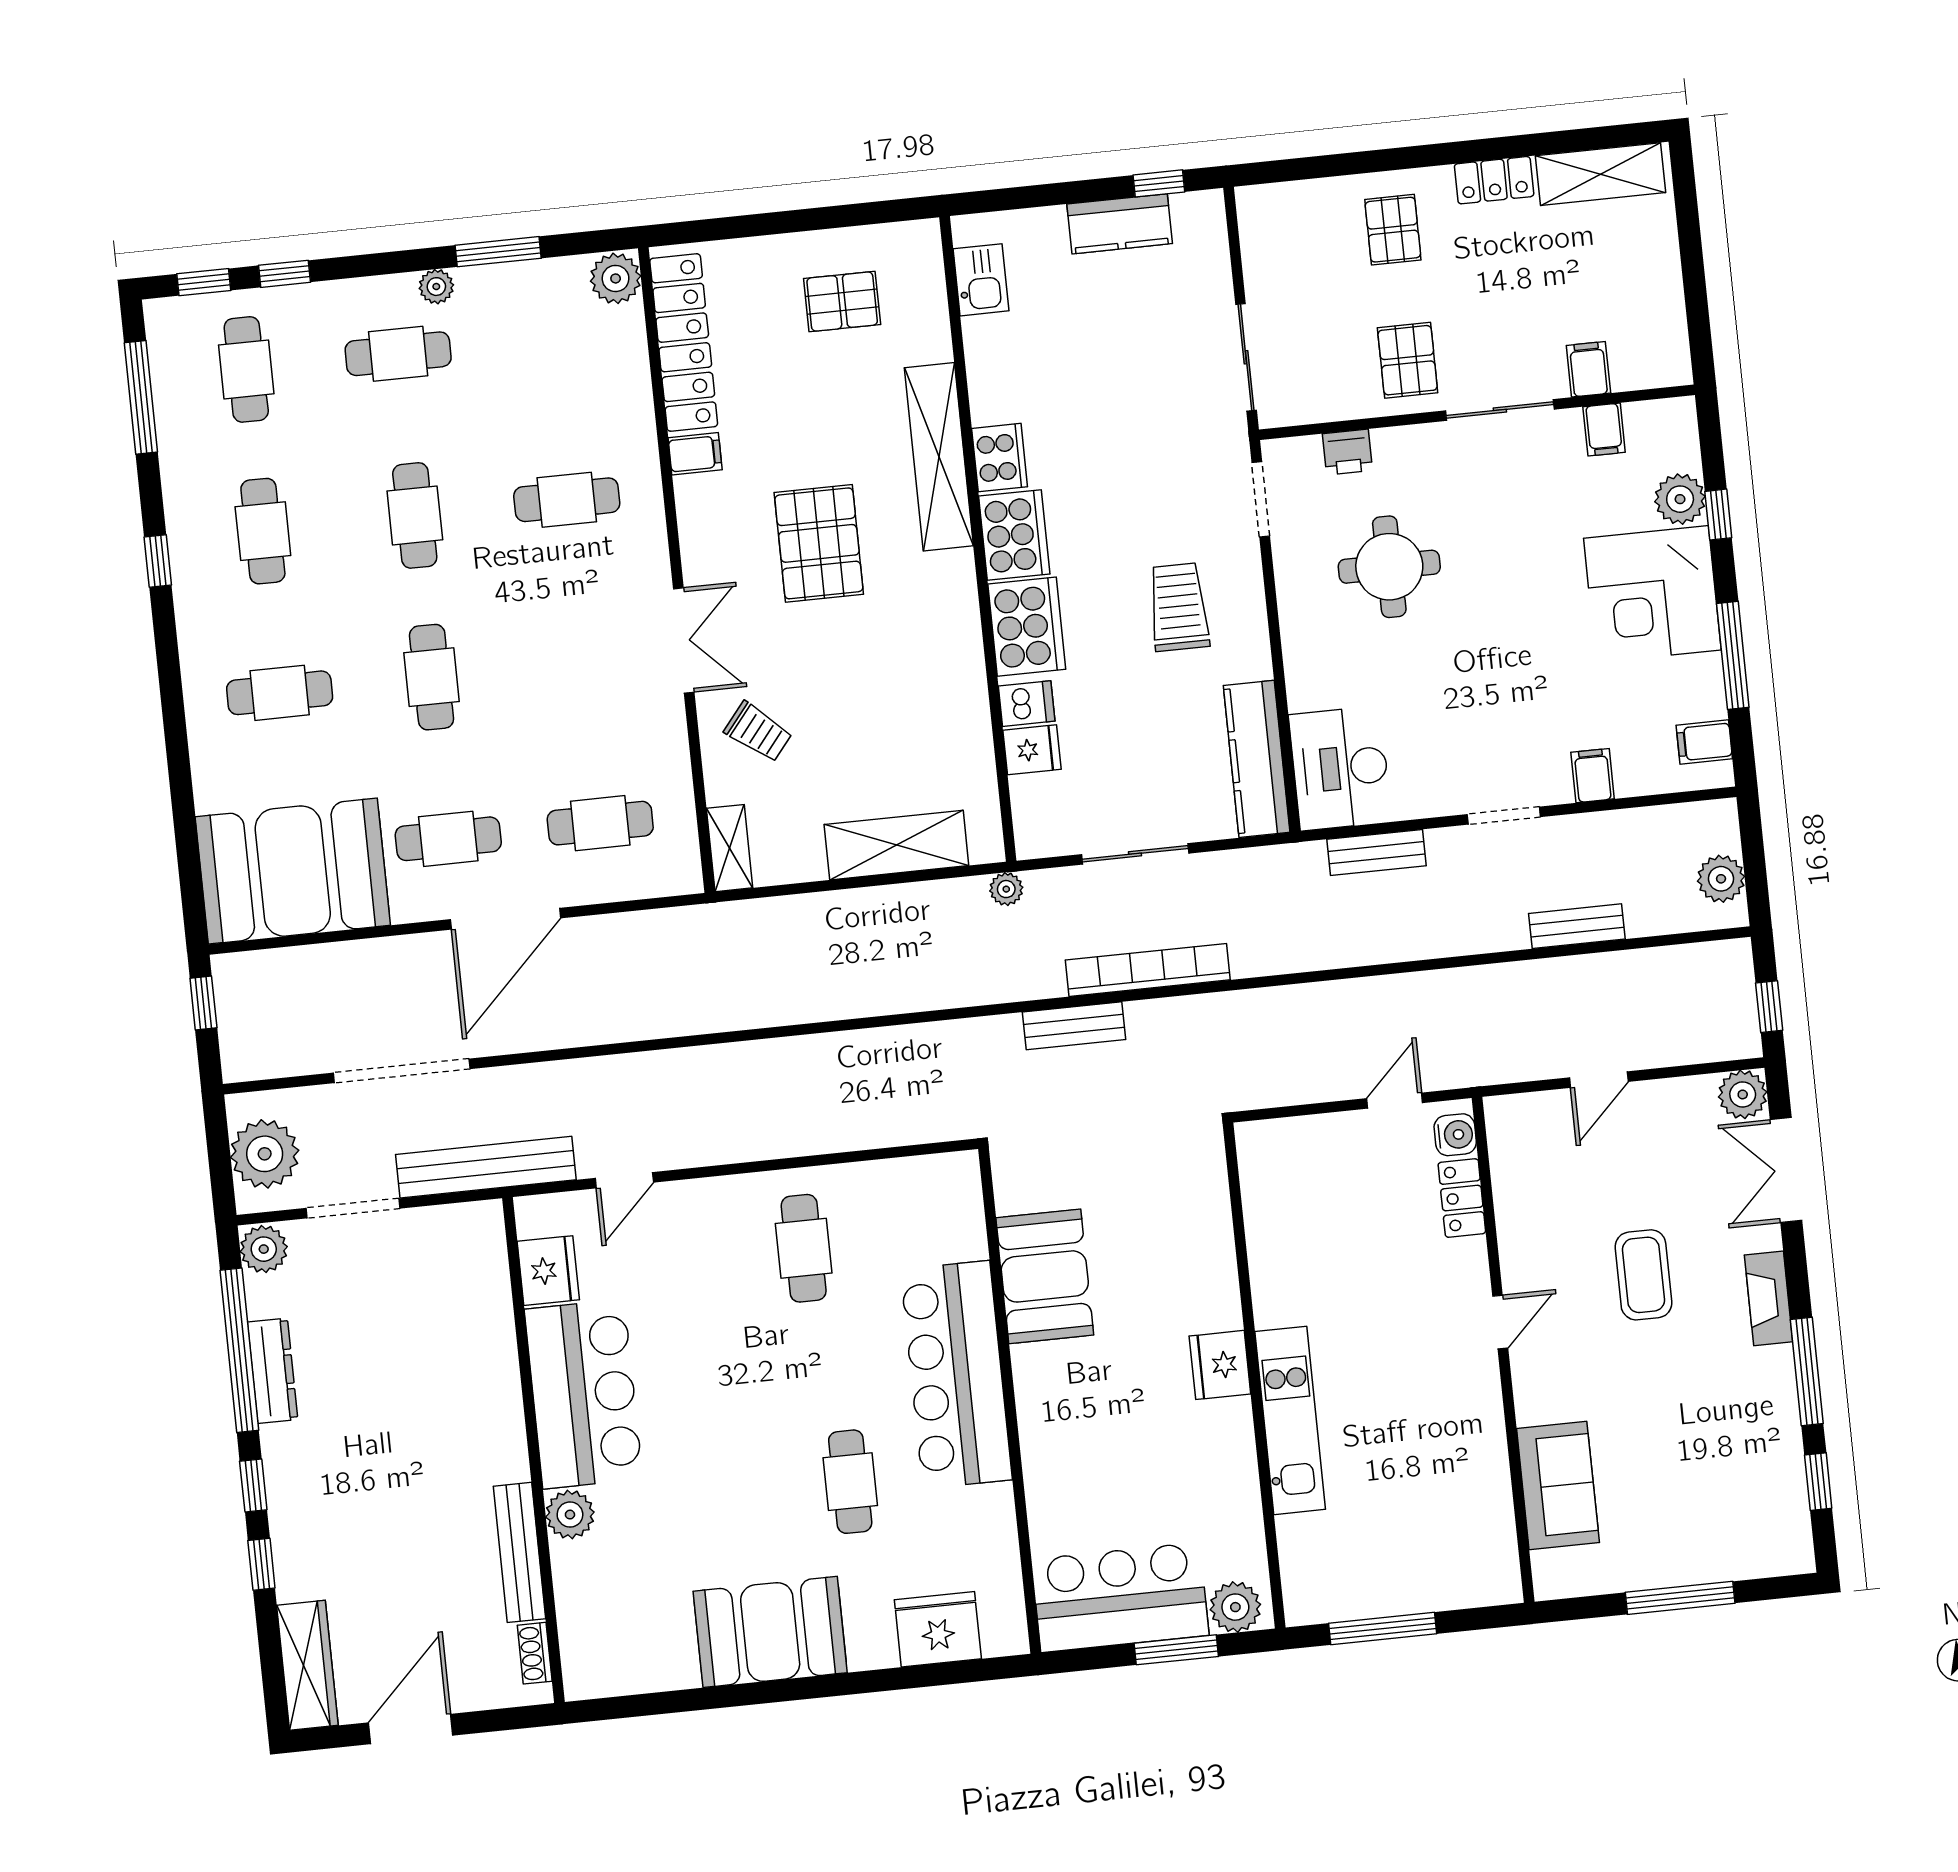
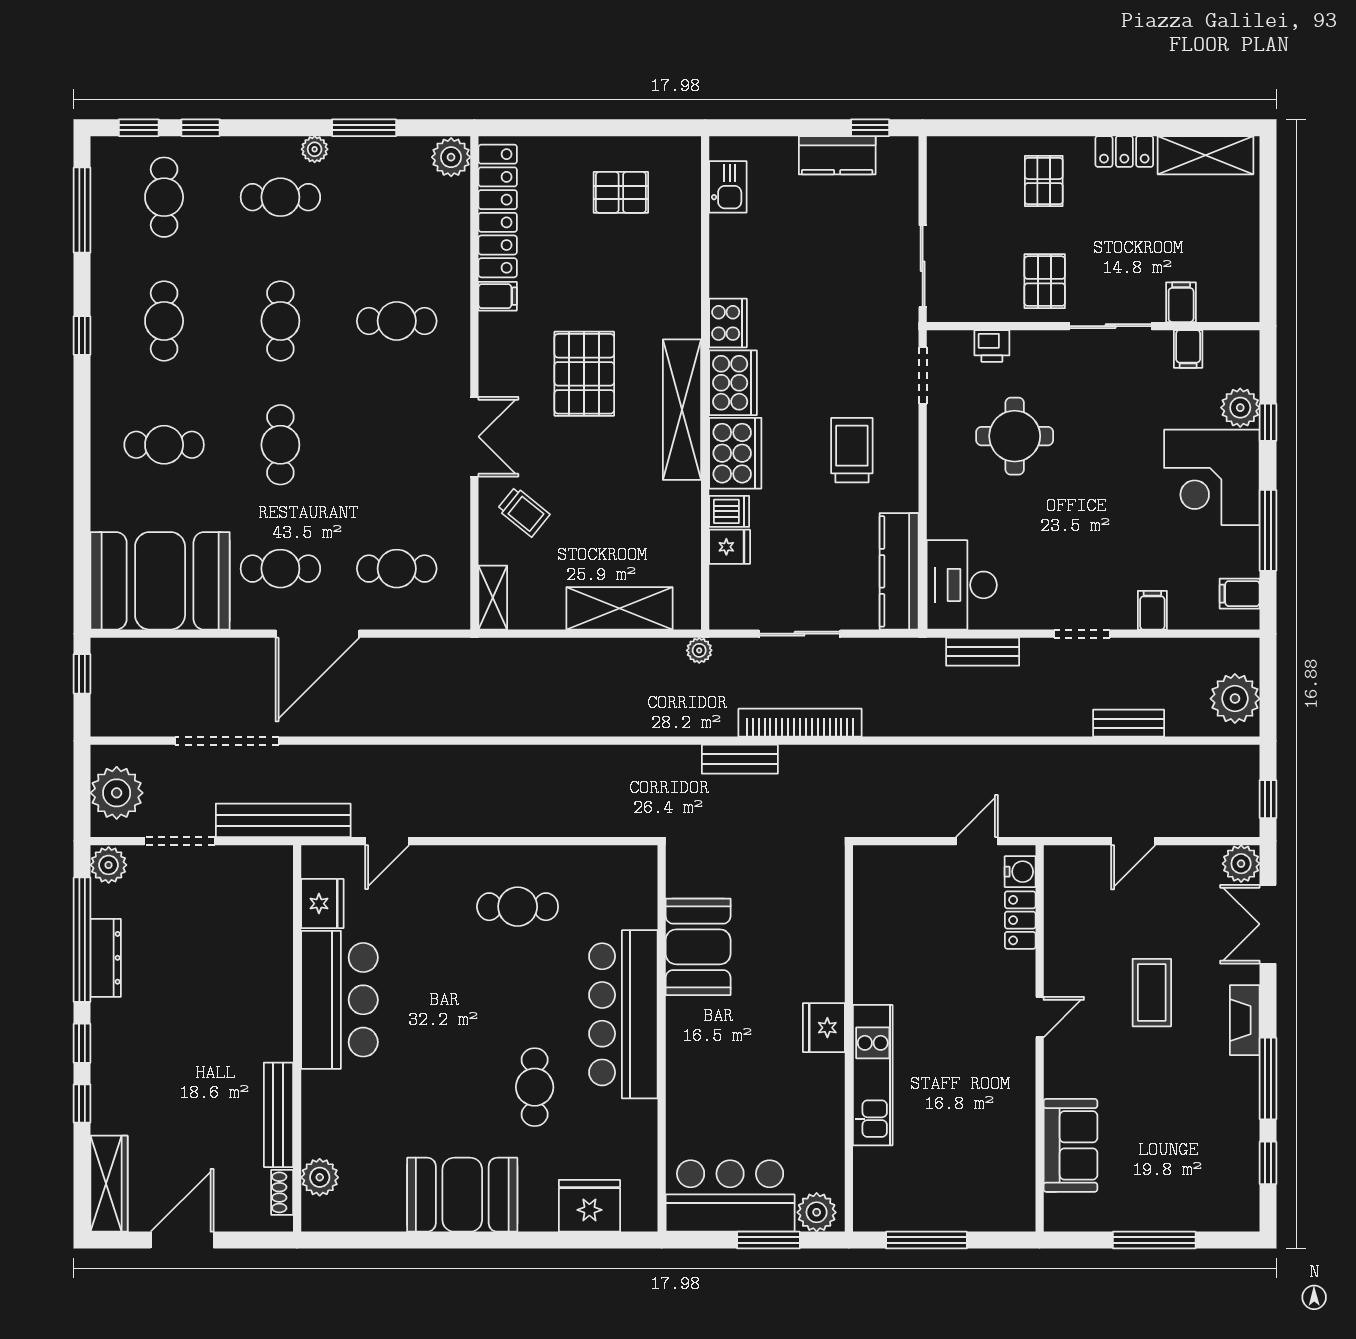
shelving: (939, 457) -> (682, 410), moved
plant: (1721, 879) -> (1235, 699), width x1.36, depth x1.36
cafe table: (804, 1248) -> (518, 907), turned 90
plant: (570, 1515) -> (320, 1177), moved

